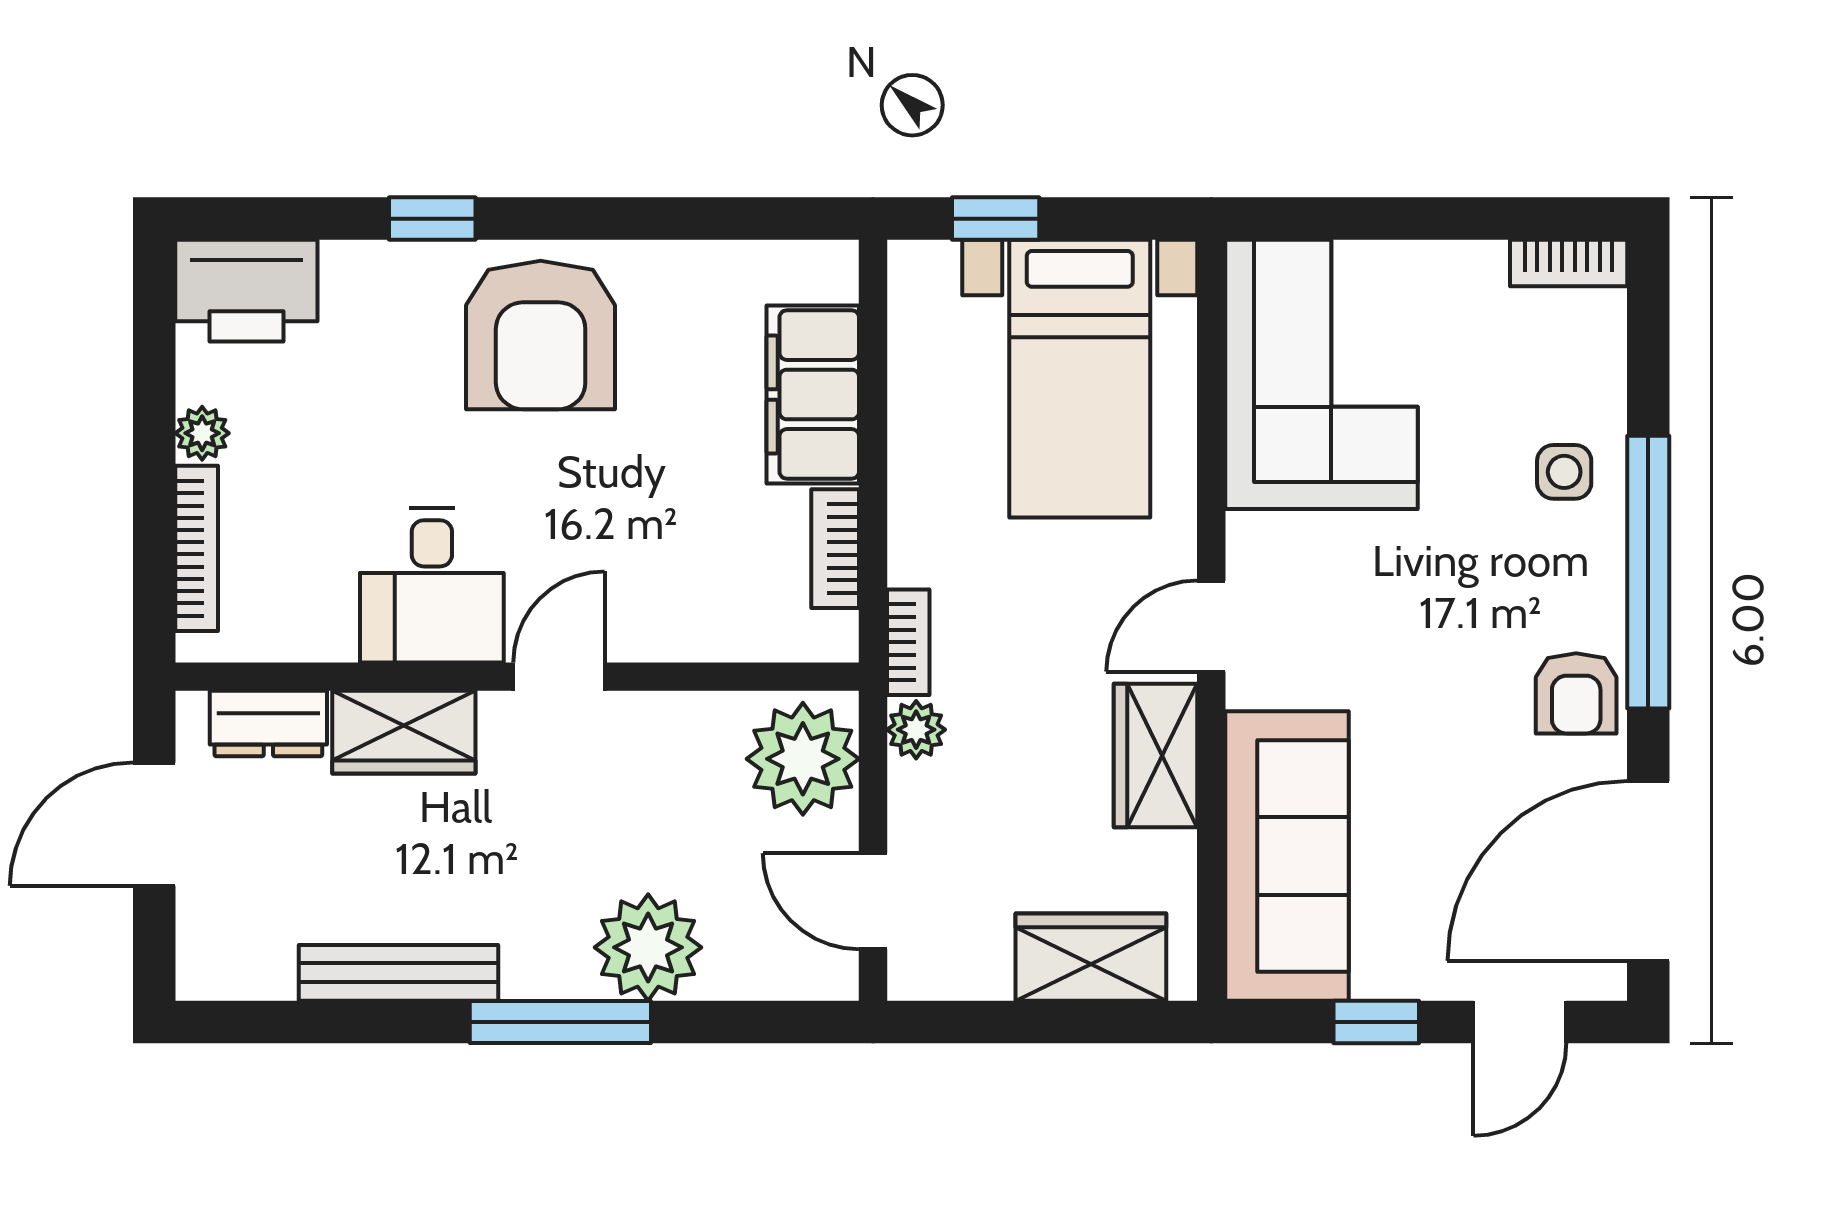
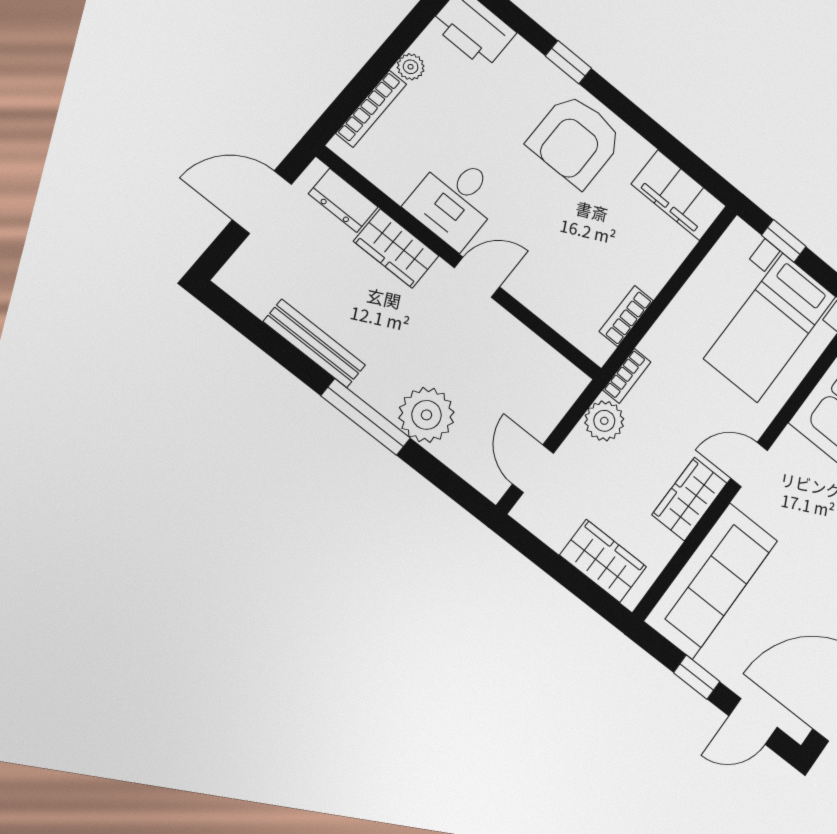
filing cabinet: (813, 394) -> (679, 195), moved, turned -90
plant: (916, 730) -> (604, 421), width x1.38, depth x1.38
plant: (803, 759) -> (549, 389), removed

